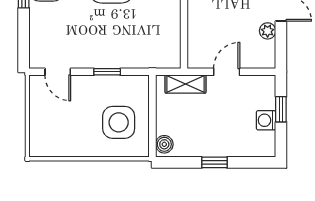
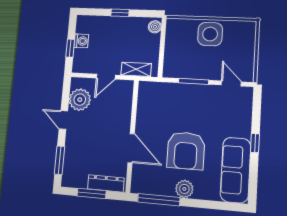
plant: (268, 31) -> (80, 100), width x1.87, depth x1.87
window: (107, 72) -> (194, 81), width x1.50
side table: (119, 122) -> (210, 34), moved

